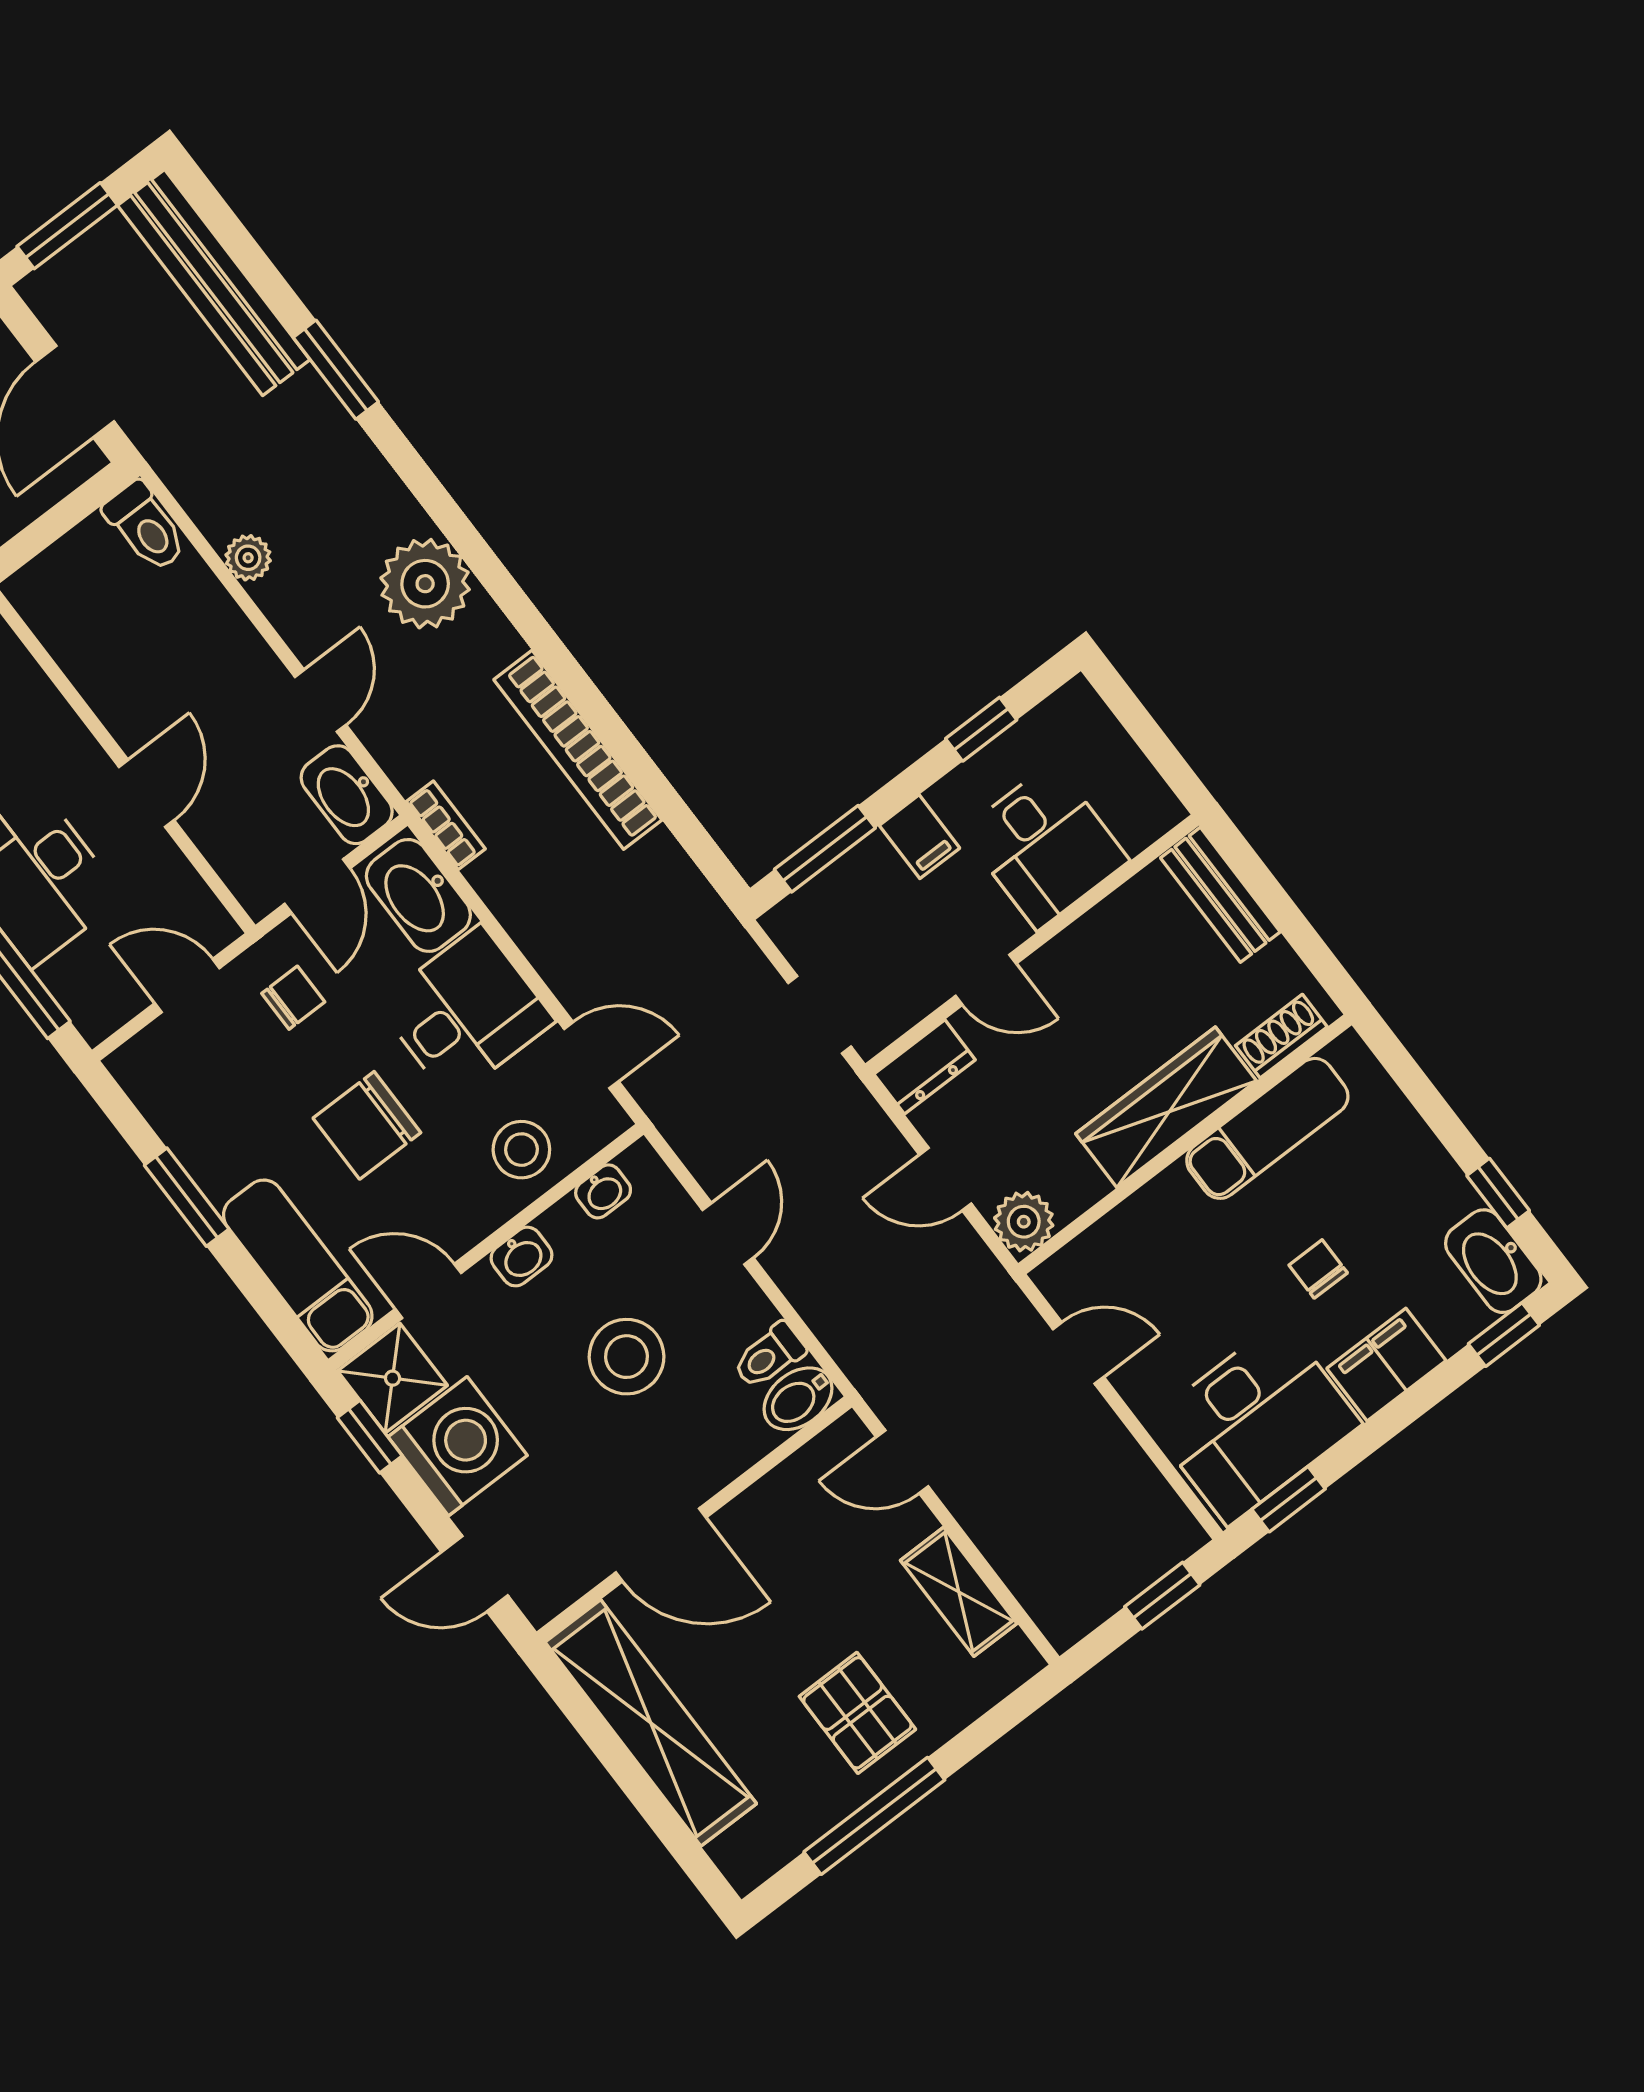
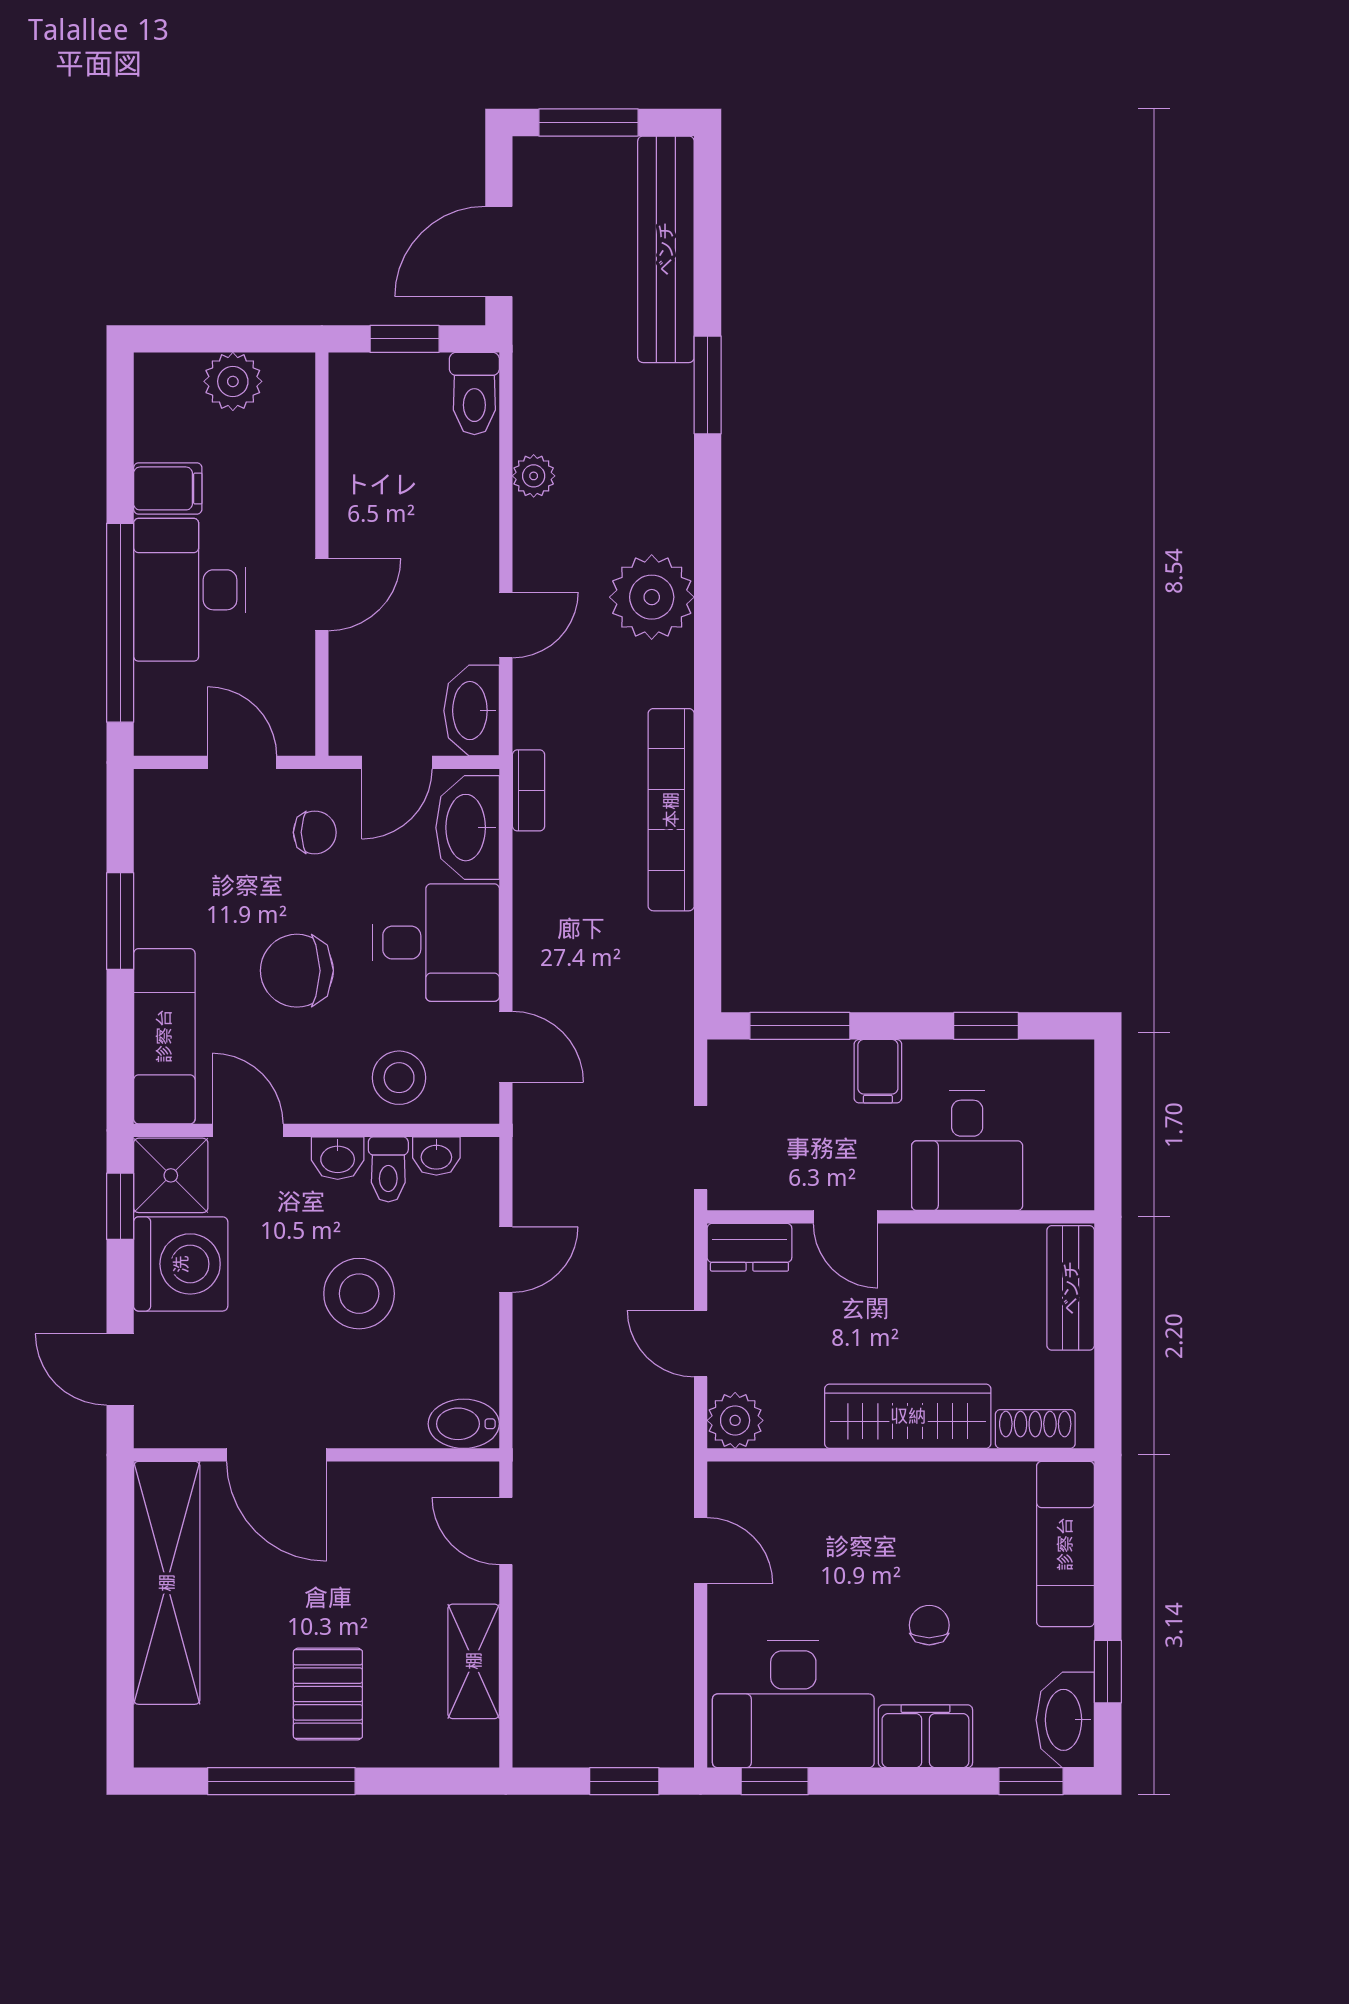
window: (52, 526) -> (405, 339), added
exam couch: (1267, 1128) -> (1065, 1544), moved, turned 90
toilet: (769, 1356) -> (388, 1169), moved, turned -90

